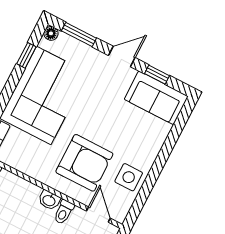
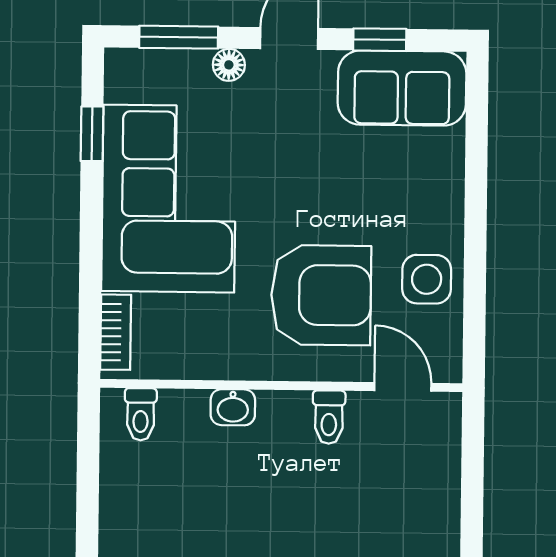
floor lamp: (51, 33) -> (229, 65), moved
washbasin: (49, 200) -> (233, 407), moved

